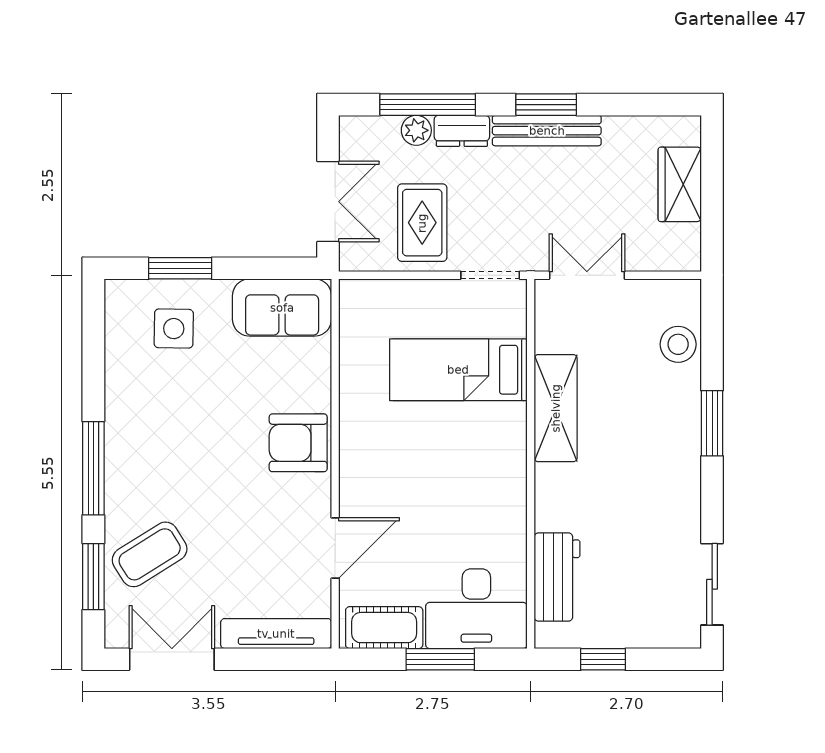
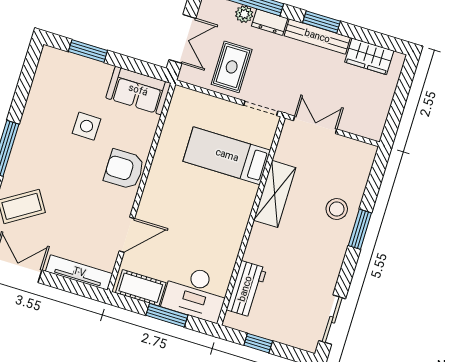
wardrobe: (680, 184) -> (369, 56), moved, turned -90
side table: (174, 329) -> (87, 126), moved
stool: (678, 344) -> (337, 209), moved

